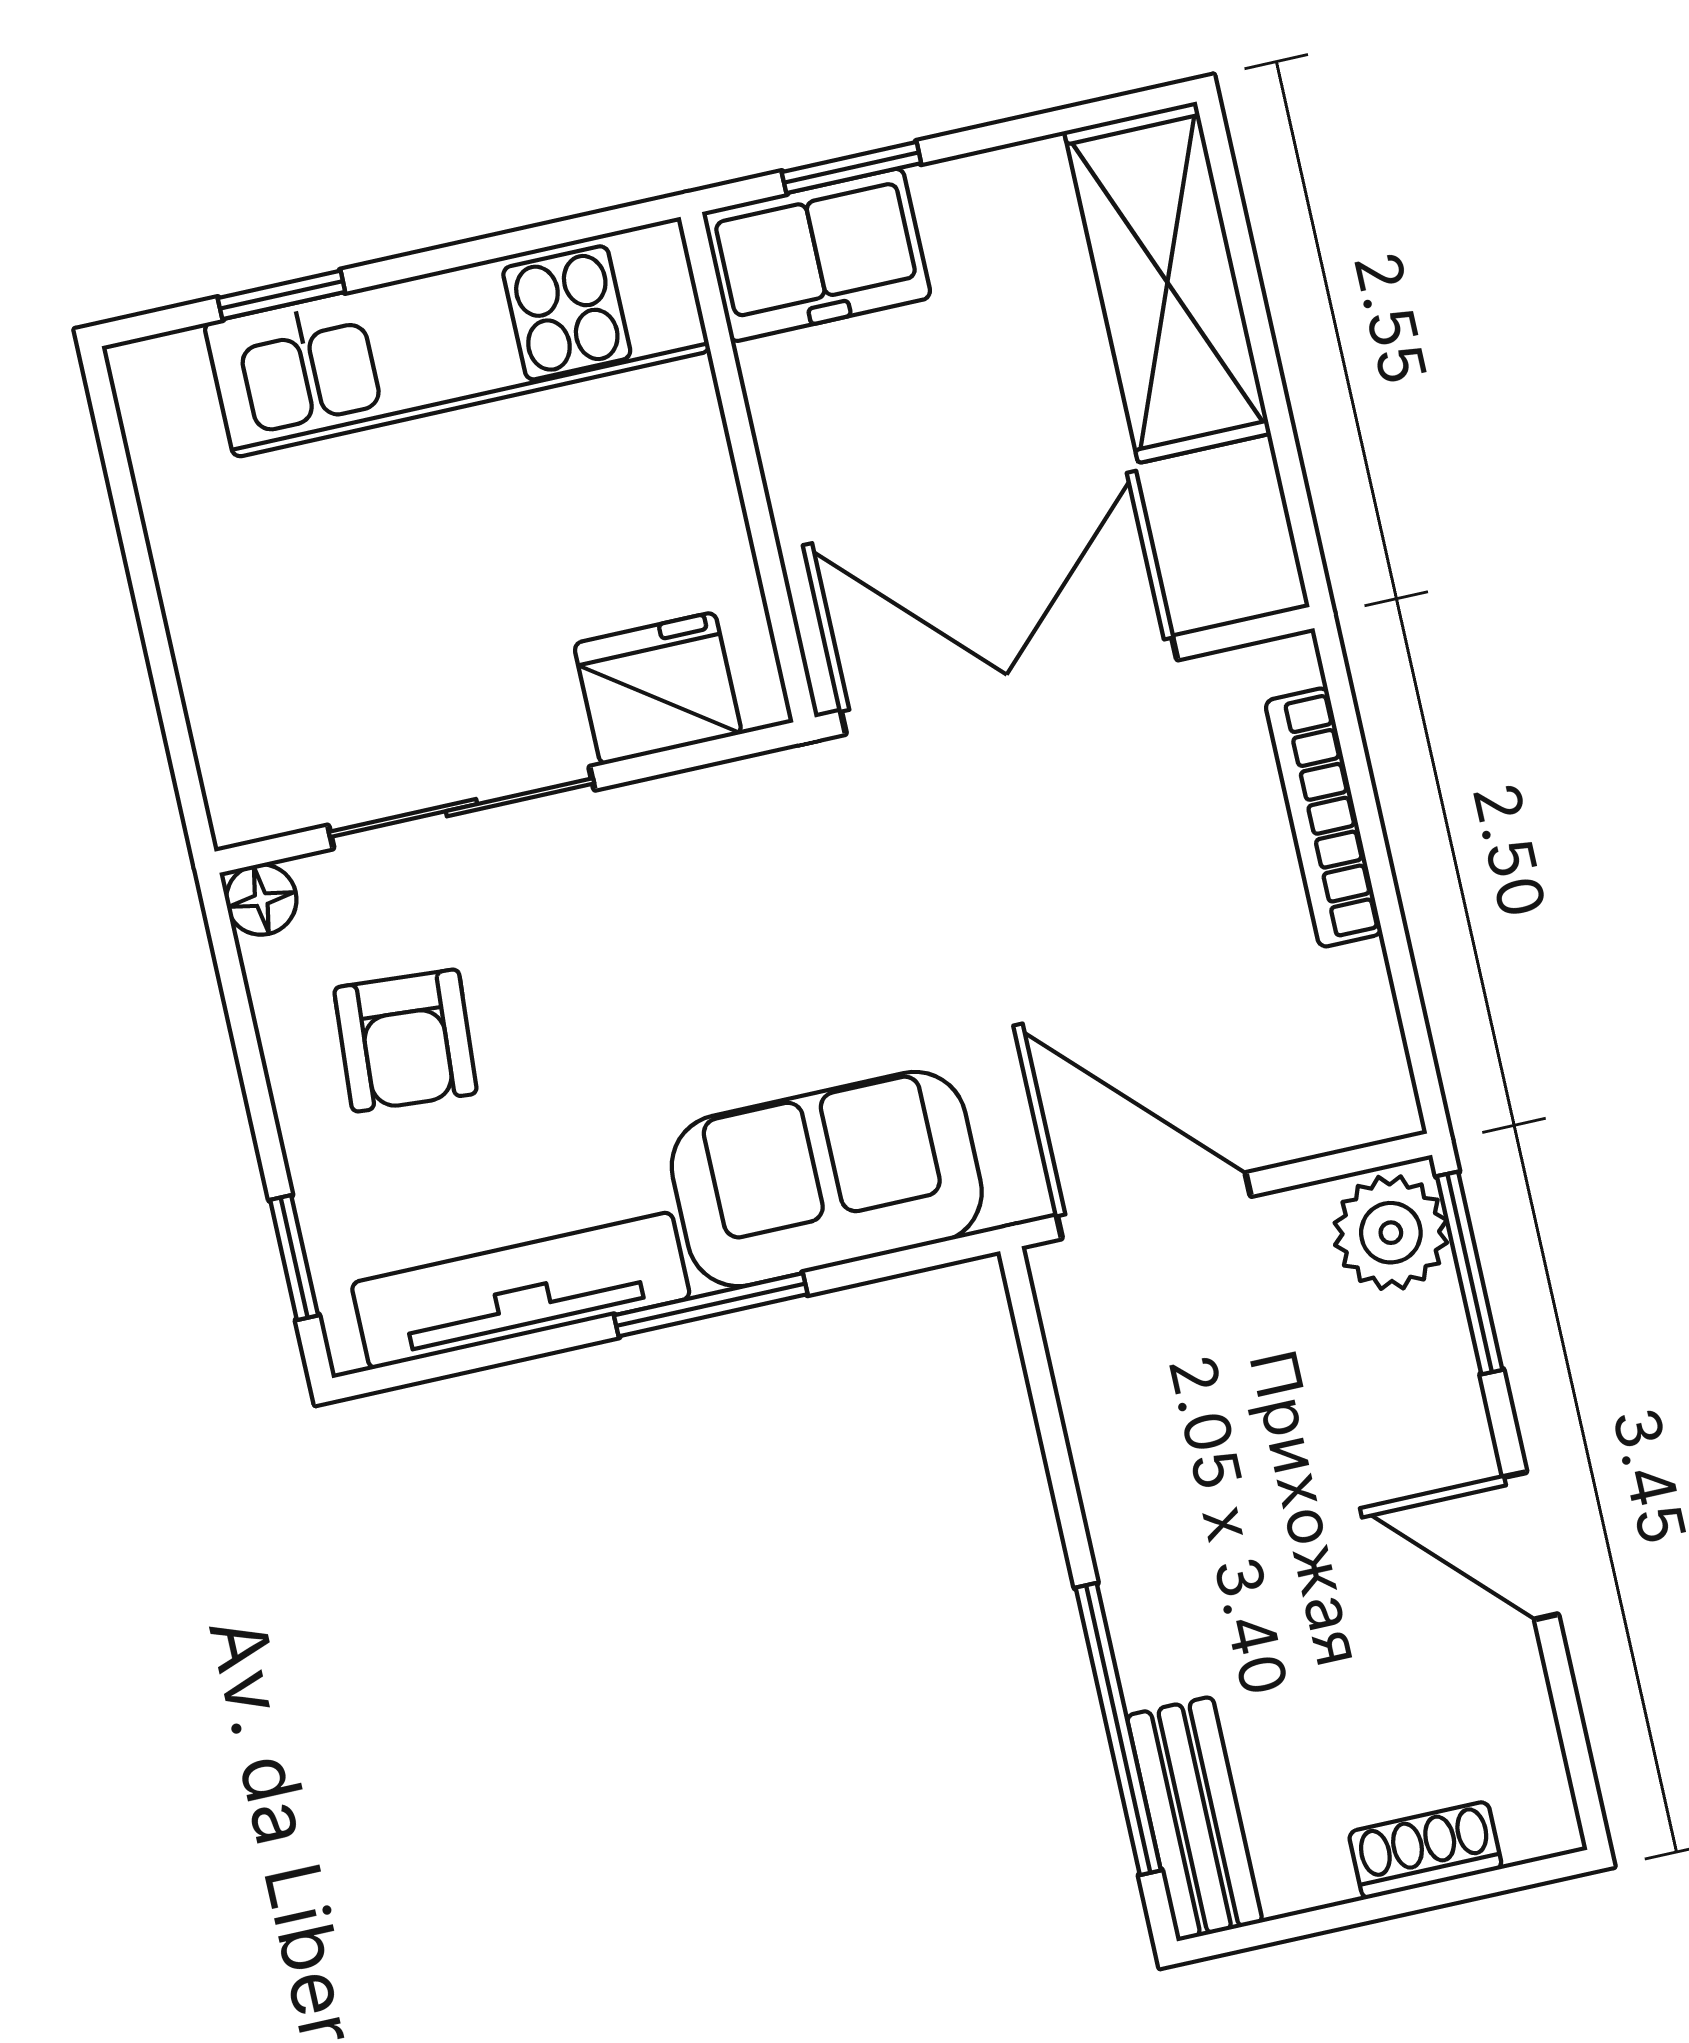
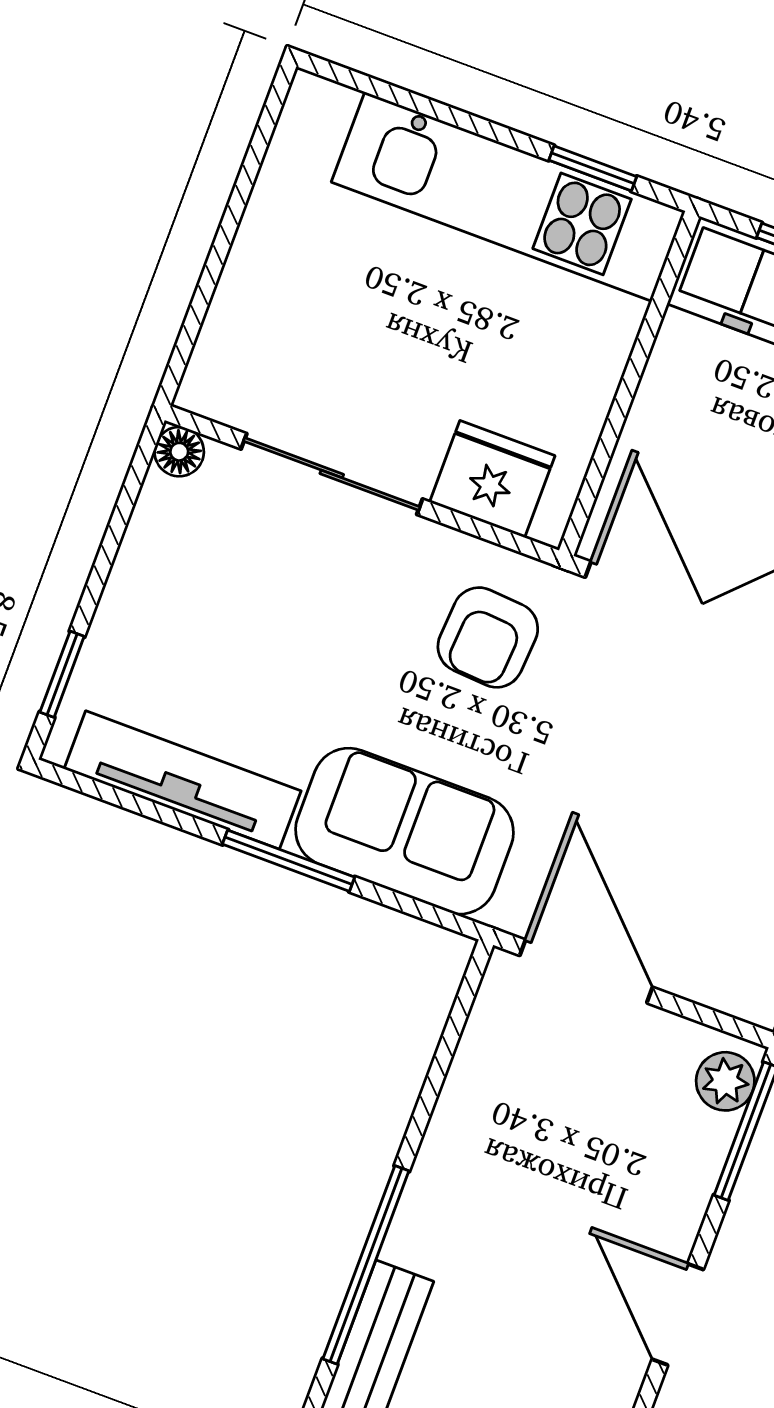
window: (281, 295) -> (593, 168), moved
armchair: (405, 1041) -> (488, 637), moved
plant: (1391, 1233) -> (725, 1081), width x0.73, depth x0.73

